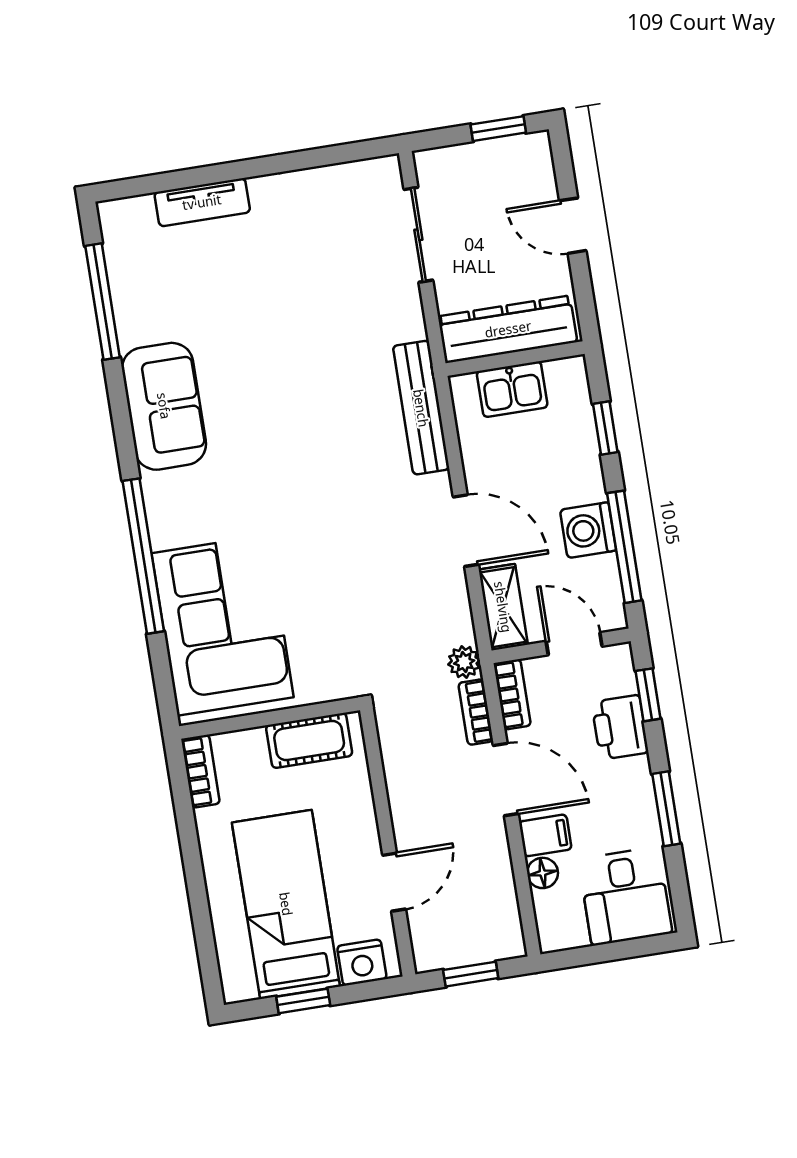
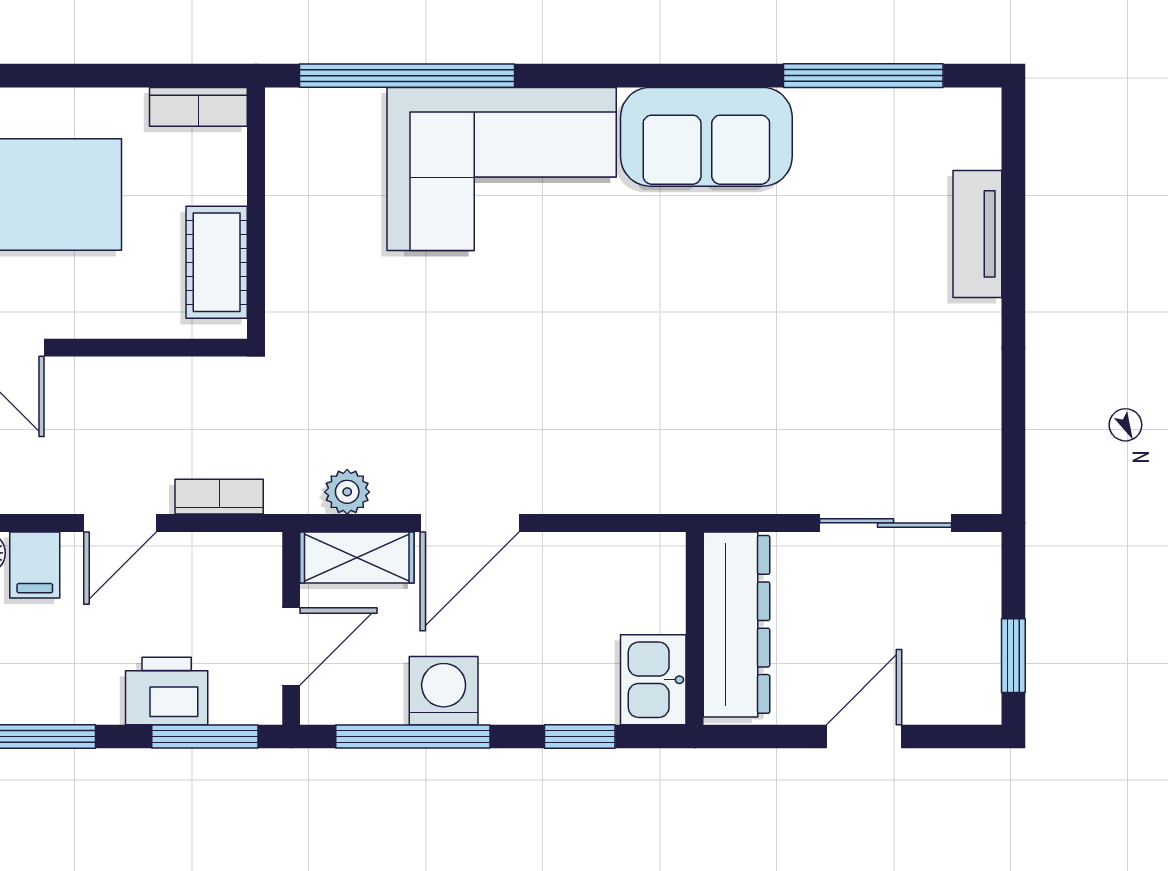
kitchen sink: (512, 389) -> (653, 680), moved
bench: (421, 408) -> (648, 489), removed
window: (143, 556) -> (407, 76), moved
corner sofa: (223, 625) -> (502, 169), moved
plant: (464, 662) -> (347, 492), moved
bookcase: (512, 694) -> (235, 551), removed
window: (648, 695) -> (205, 736), width x1.50
door: (506, 780) -> (120, 523), width x0.73

